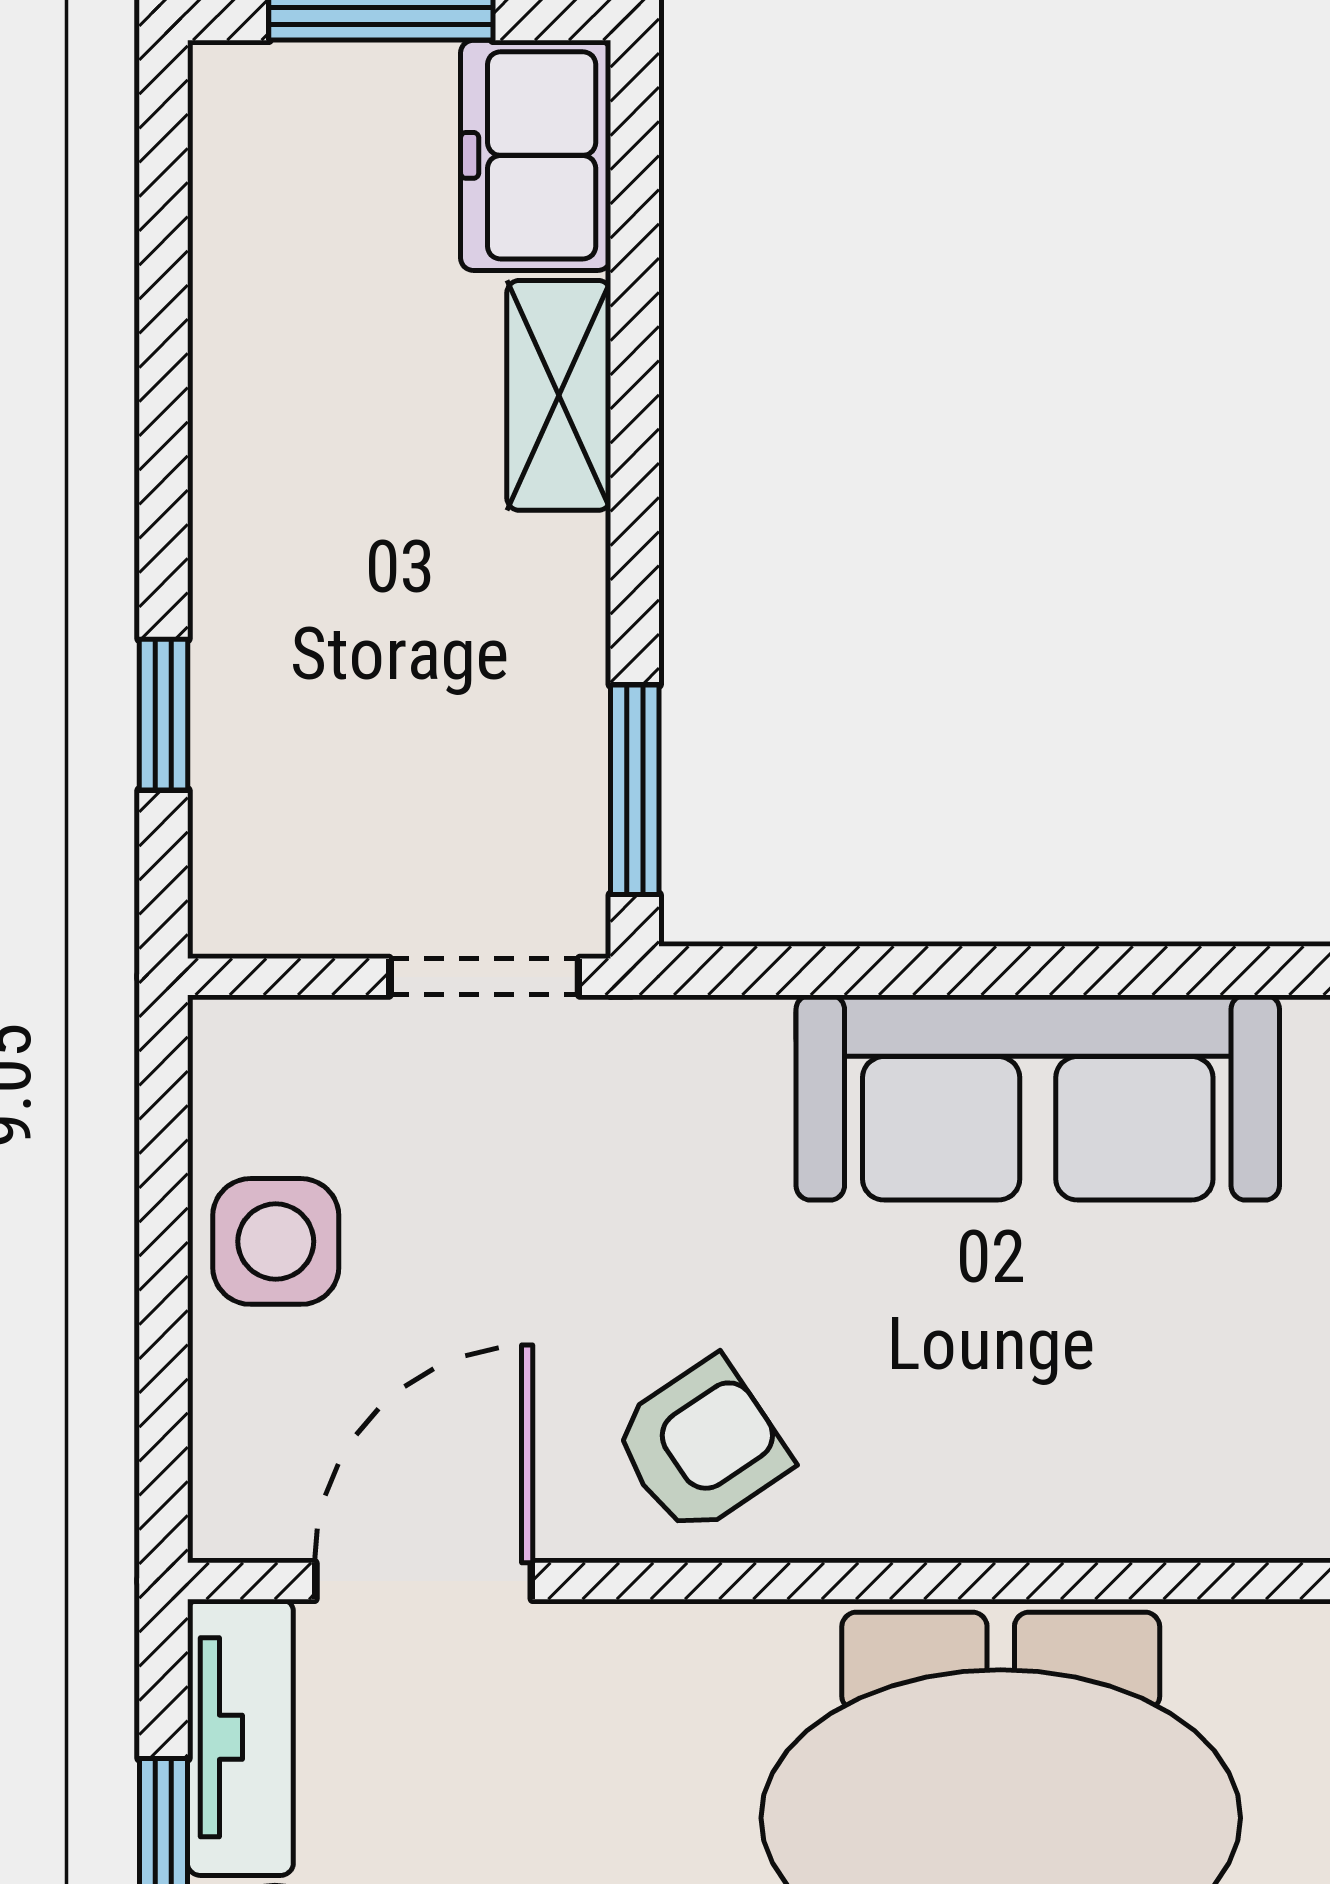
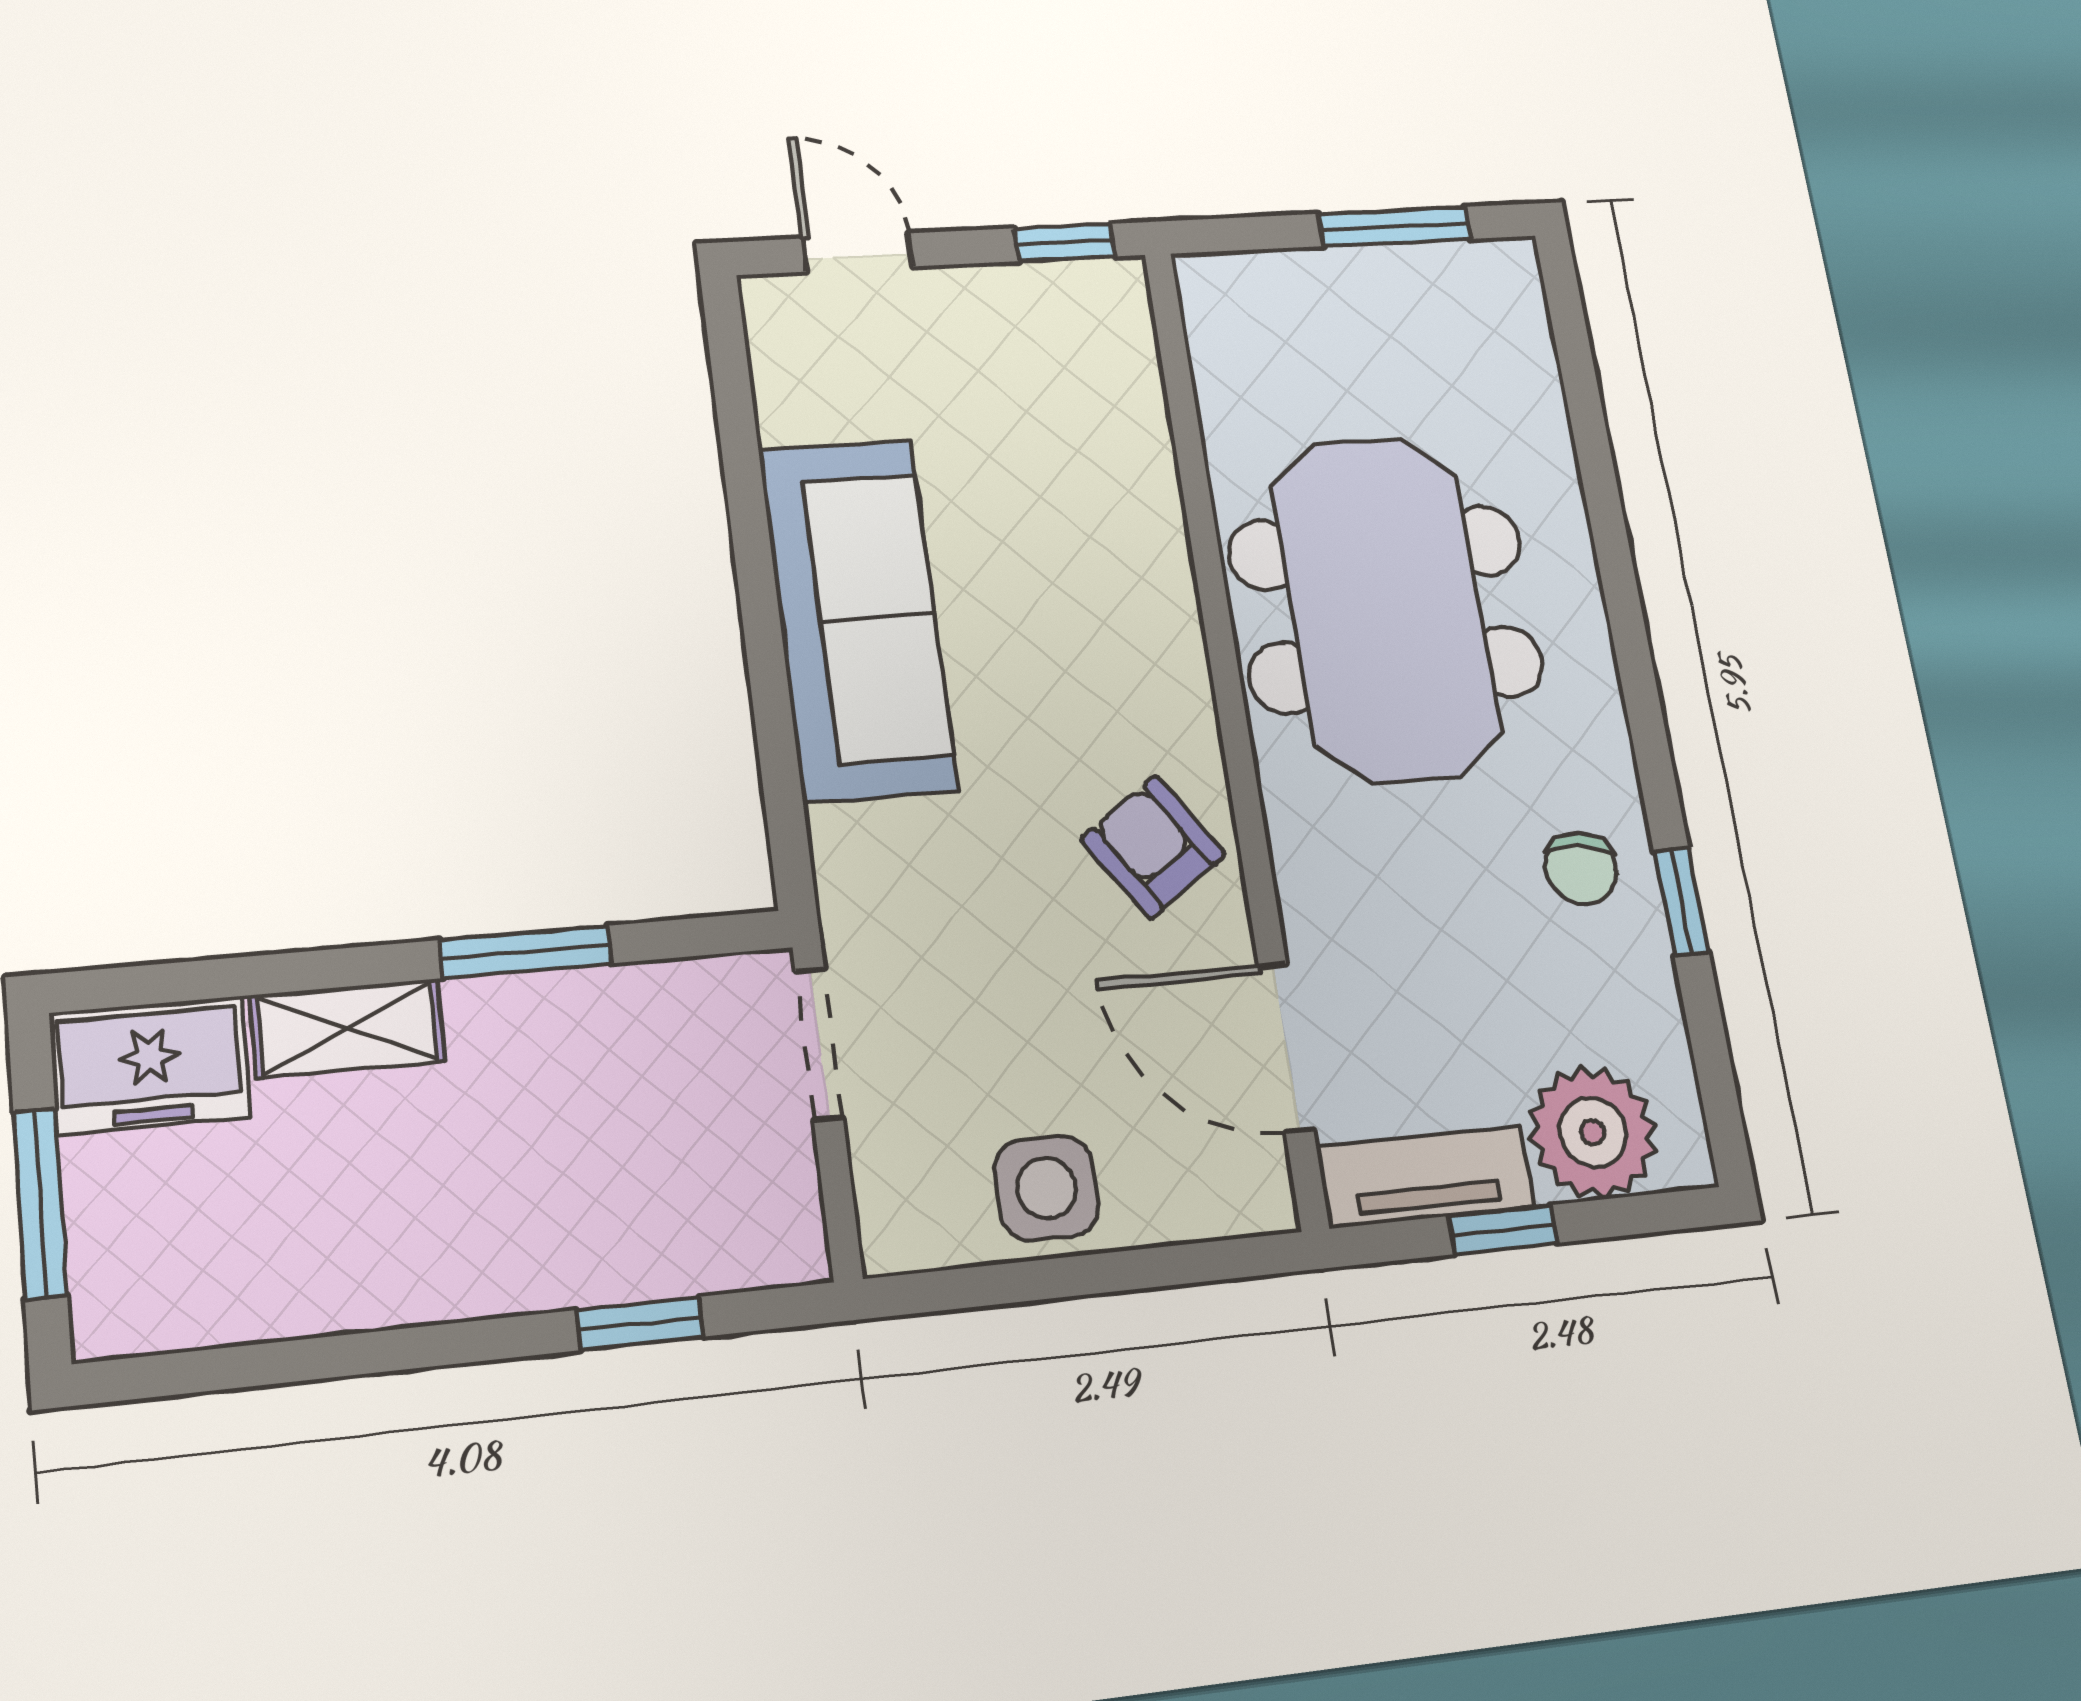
window: (635, 790) -> (525, 952), moved

